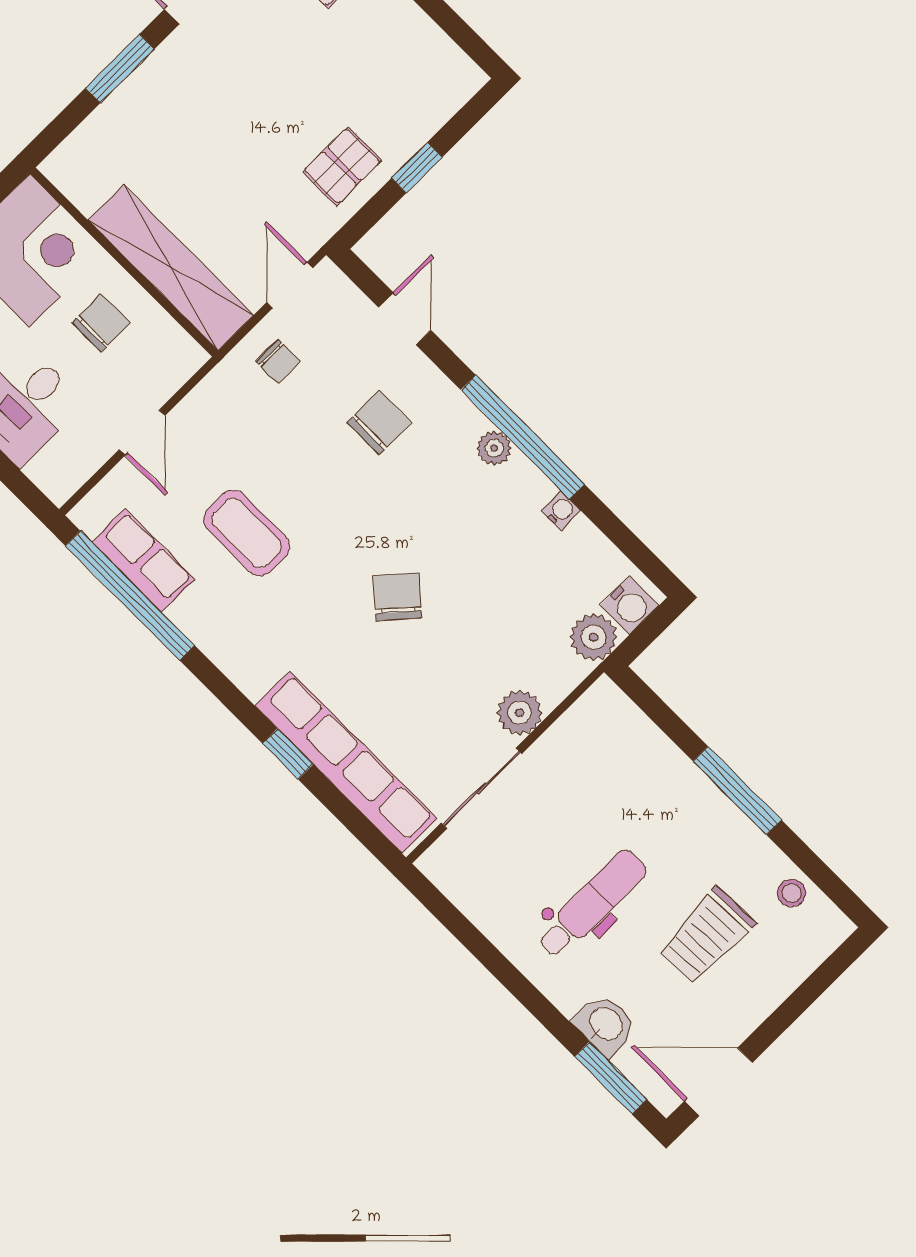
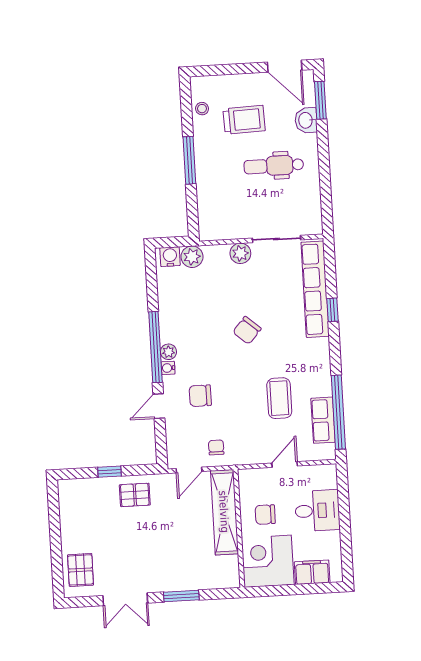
door: (405, 319) -> (159, 406), moved
water cooler: (561, 511) -> (168, 368), moved

